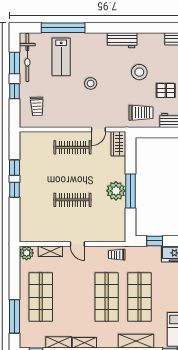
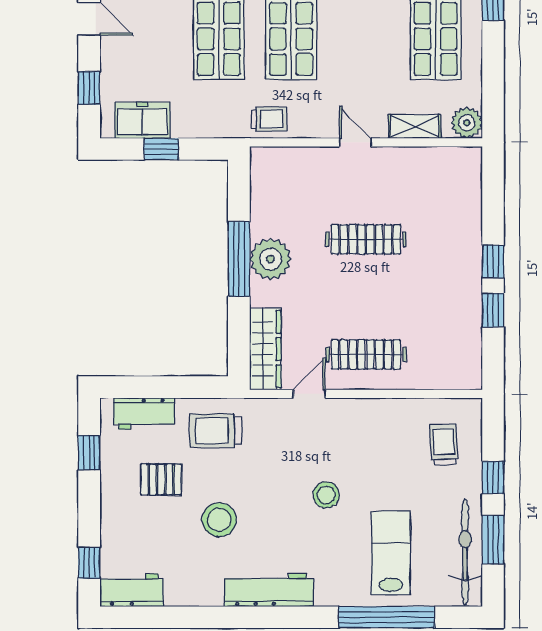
workbench: (122, 40) -> (269, 590), width x1.38
wardrobe: (118, 144) -> (265, 349), width x1.50
window: (155, 241) -> (161, 149), moved

